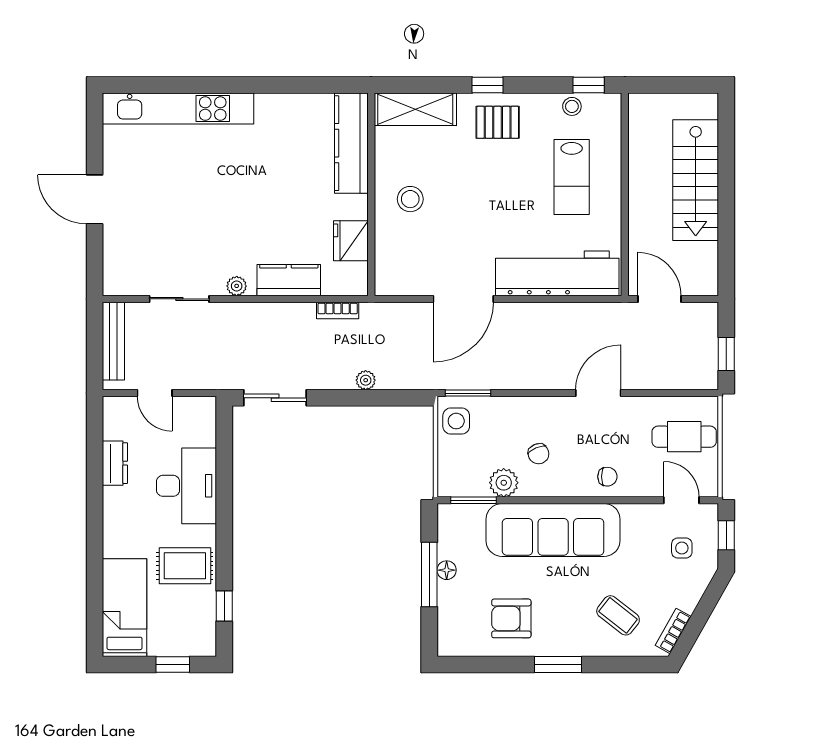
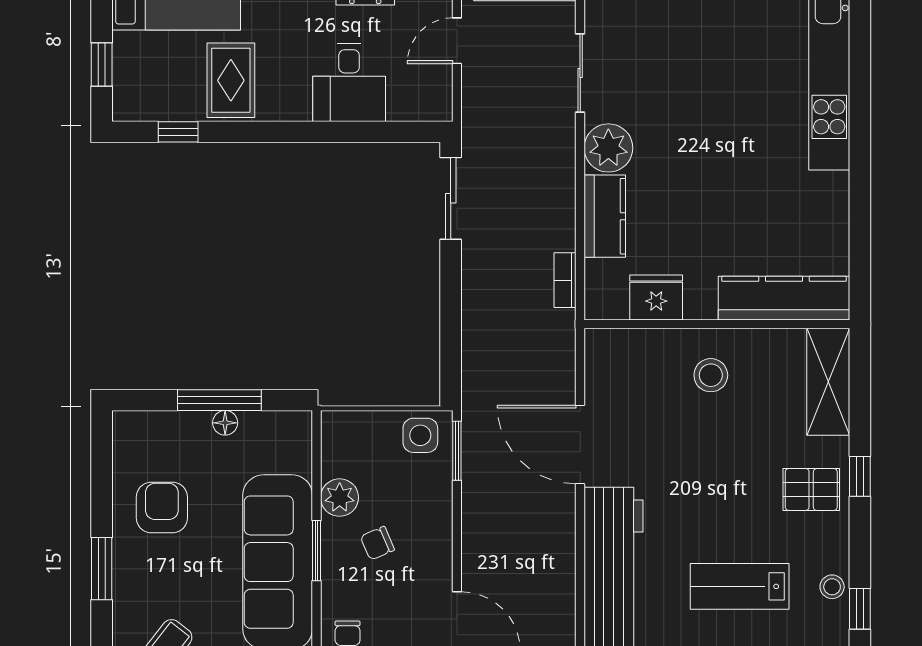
pallet: (498, 122) -> (811, 489), turned 90
plant: (237, 286) -> (608, 148), width x1.88, depth x1.88
plant: (366, 380) -> (474, 317), removed
desk: (187, 486) -> (349, 82), width x0.73
window: (473, 500) -> (317, 551), moved

